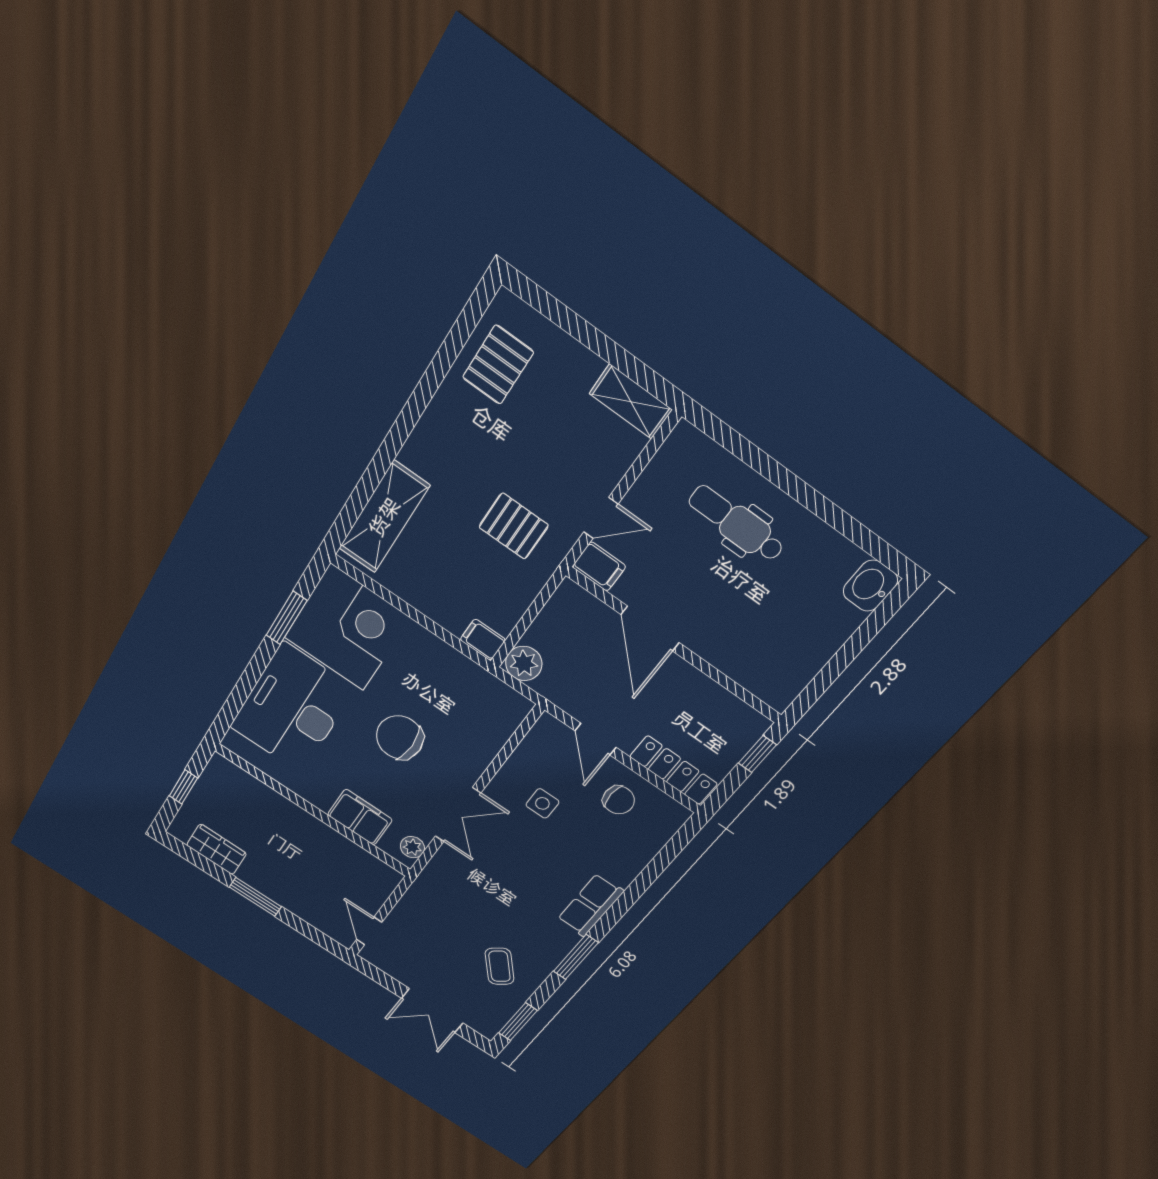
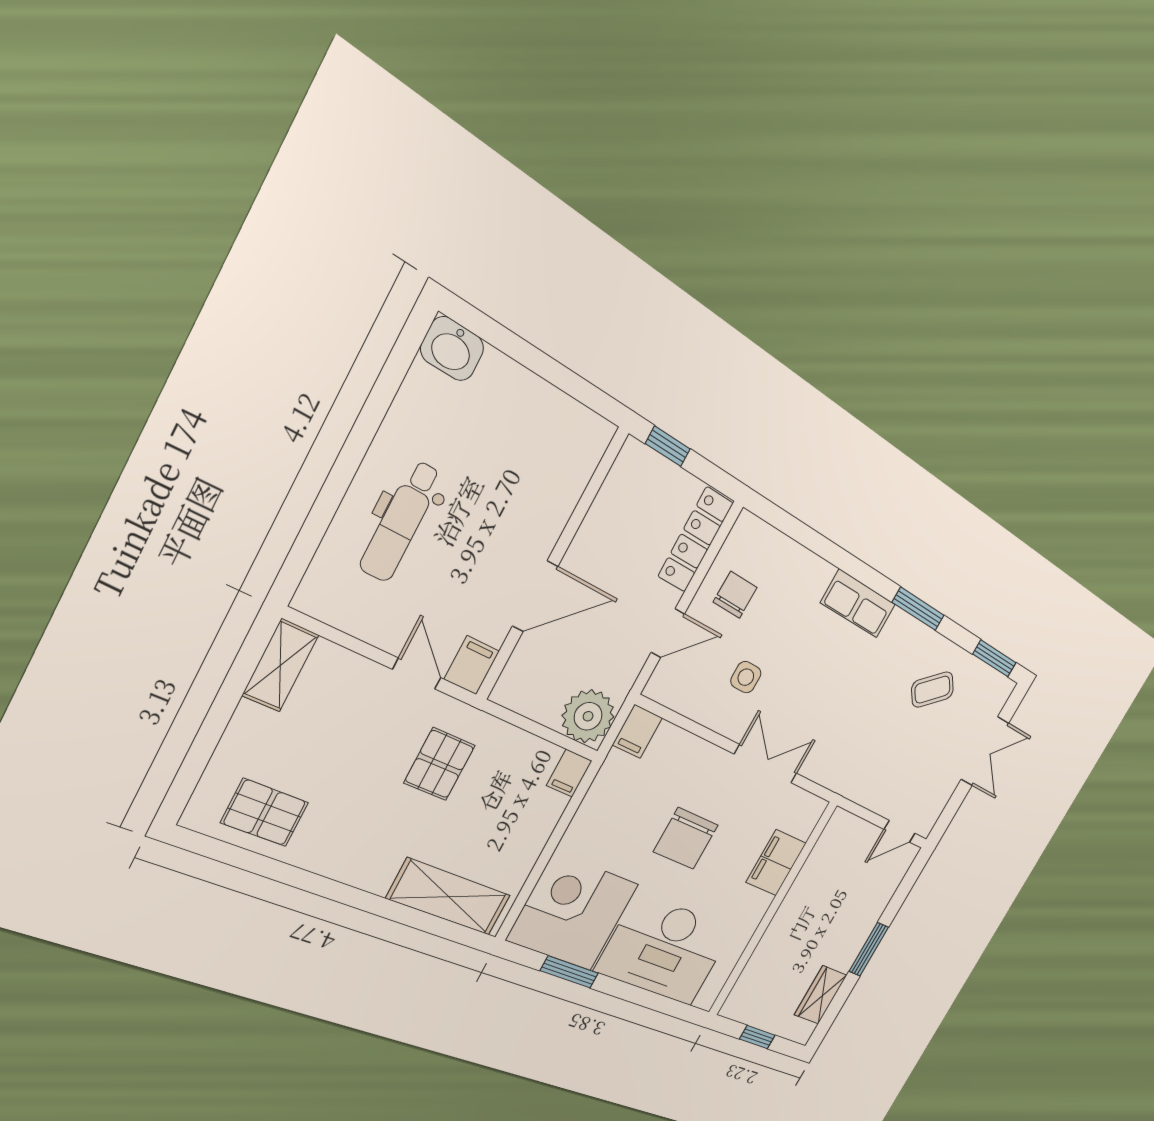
plant: (524, 663) -> (588, 716), width x1.36, depth x1.36
filing cabinet: (510, 704) -> (637, 731), added
plant: (412, 847) -> (805, 804), removed

